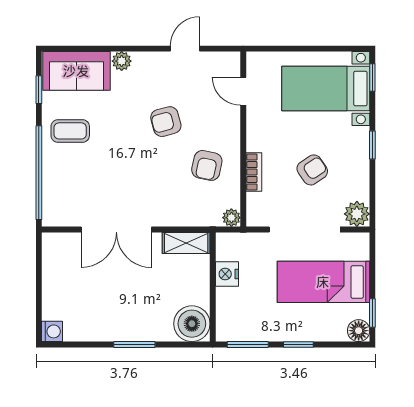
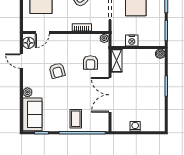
floor lamp: (222, 63) -> (29, 43), added
coffee table: (70, 131) -> (76, 119), moved
armchair: (207, 165) -> (90, 63), moved, turned 78
double door: (116, 229) -> (110, 95), swing flipped
boiler: (192, 324) -> (160, 54), width x0.54, depth x0.54
washing machine: (52, 331) -> (135, 126), moved

